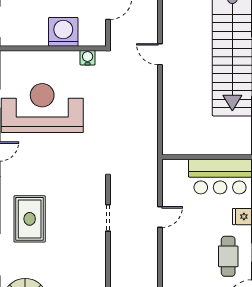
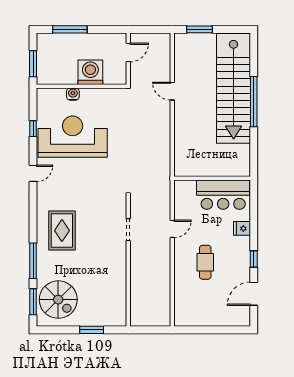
water cooler: (88, 58) -> (73, 94), moved
cafe table: (228, 256) -> (205, 262), moved

